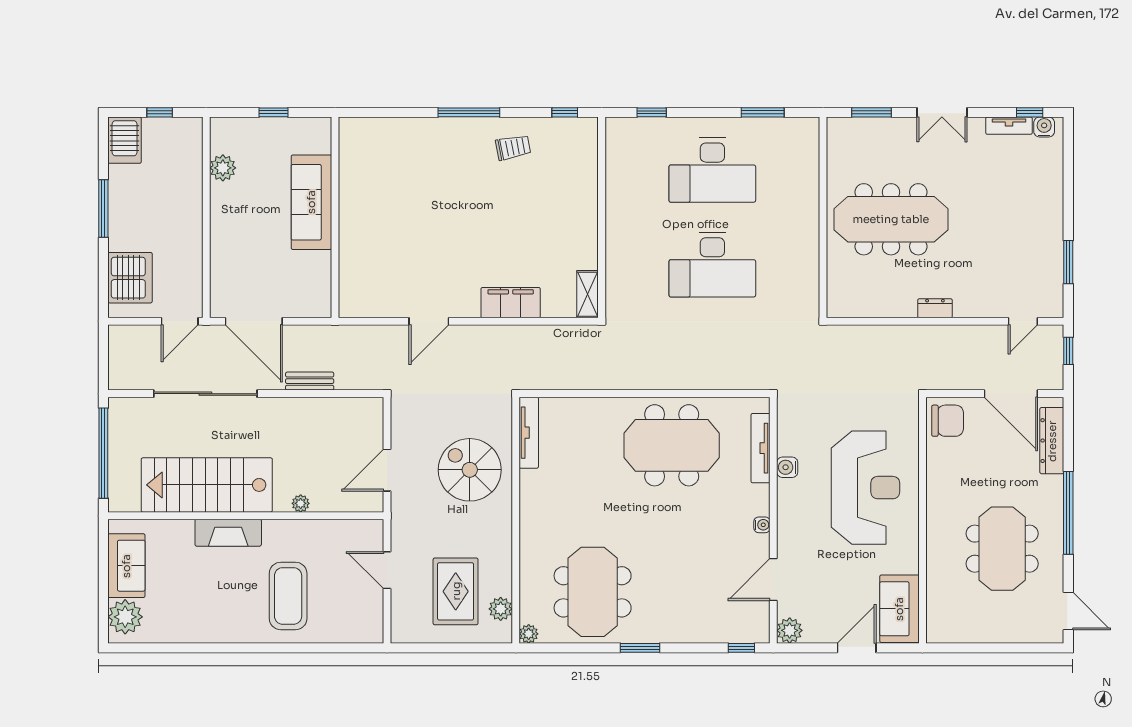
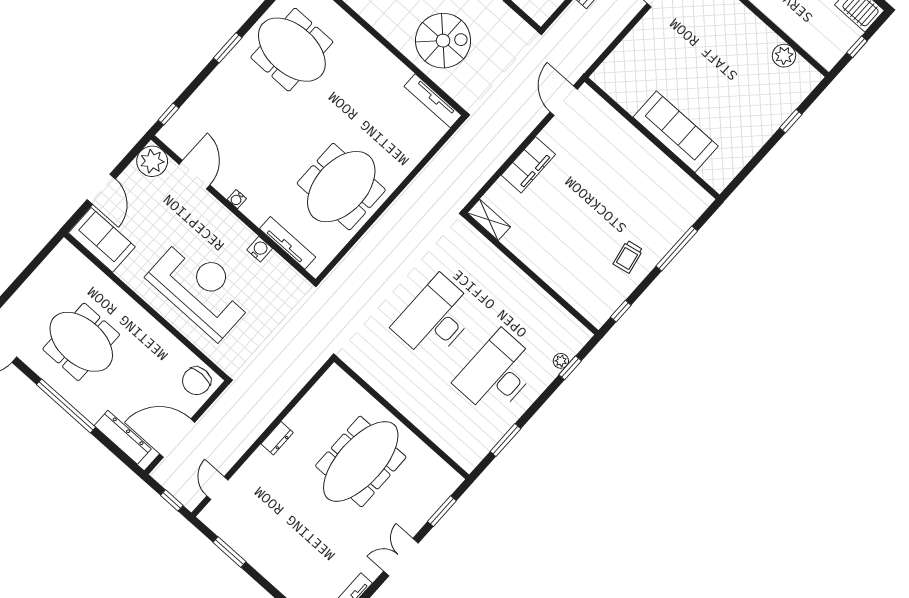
plant: (653, 125) -> (561, 361), added
sofa: (311, 202) -> (676, 132), moved
wall: (335, 217) -> (652, 138), moved
reception desk: (865, 488) -> (201, 288), turned 180
plant: (790, 630) -> (152, 161), width x1.36, depth x1.36

